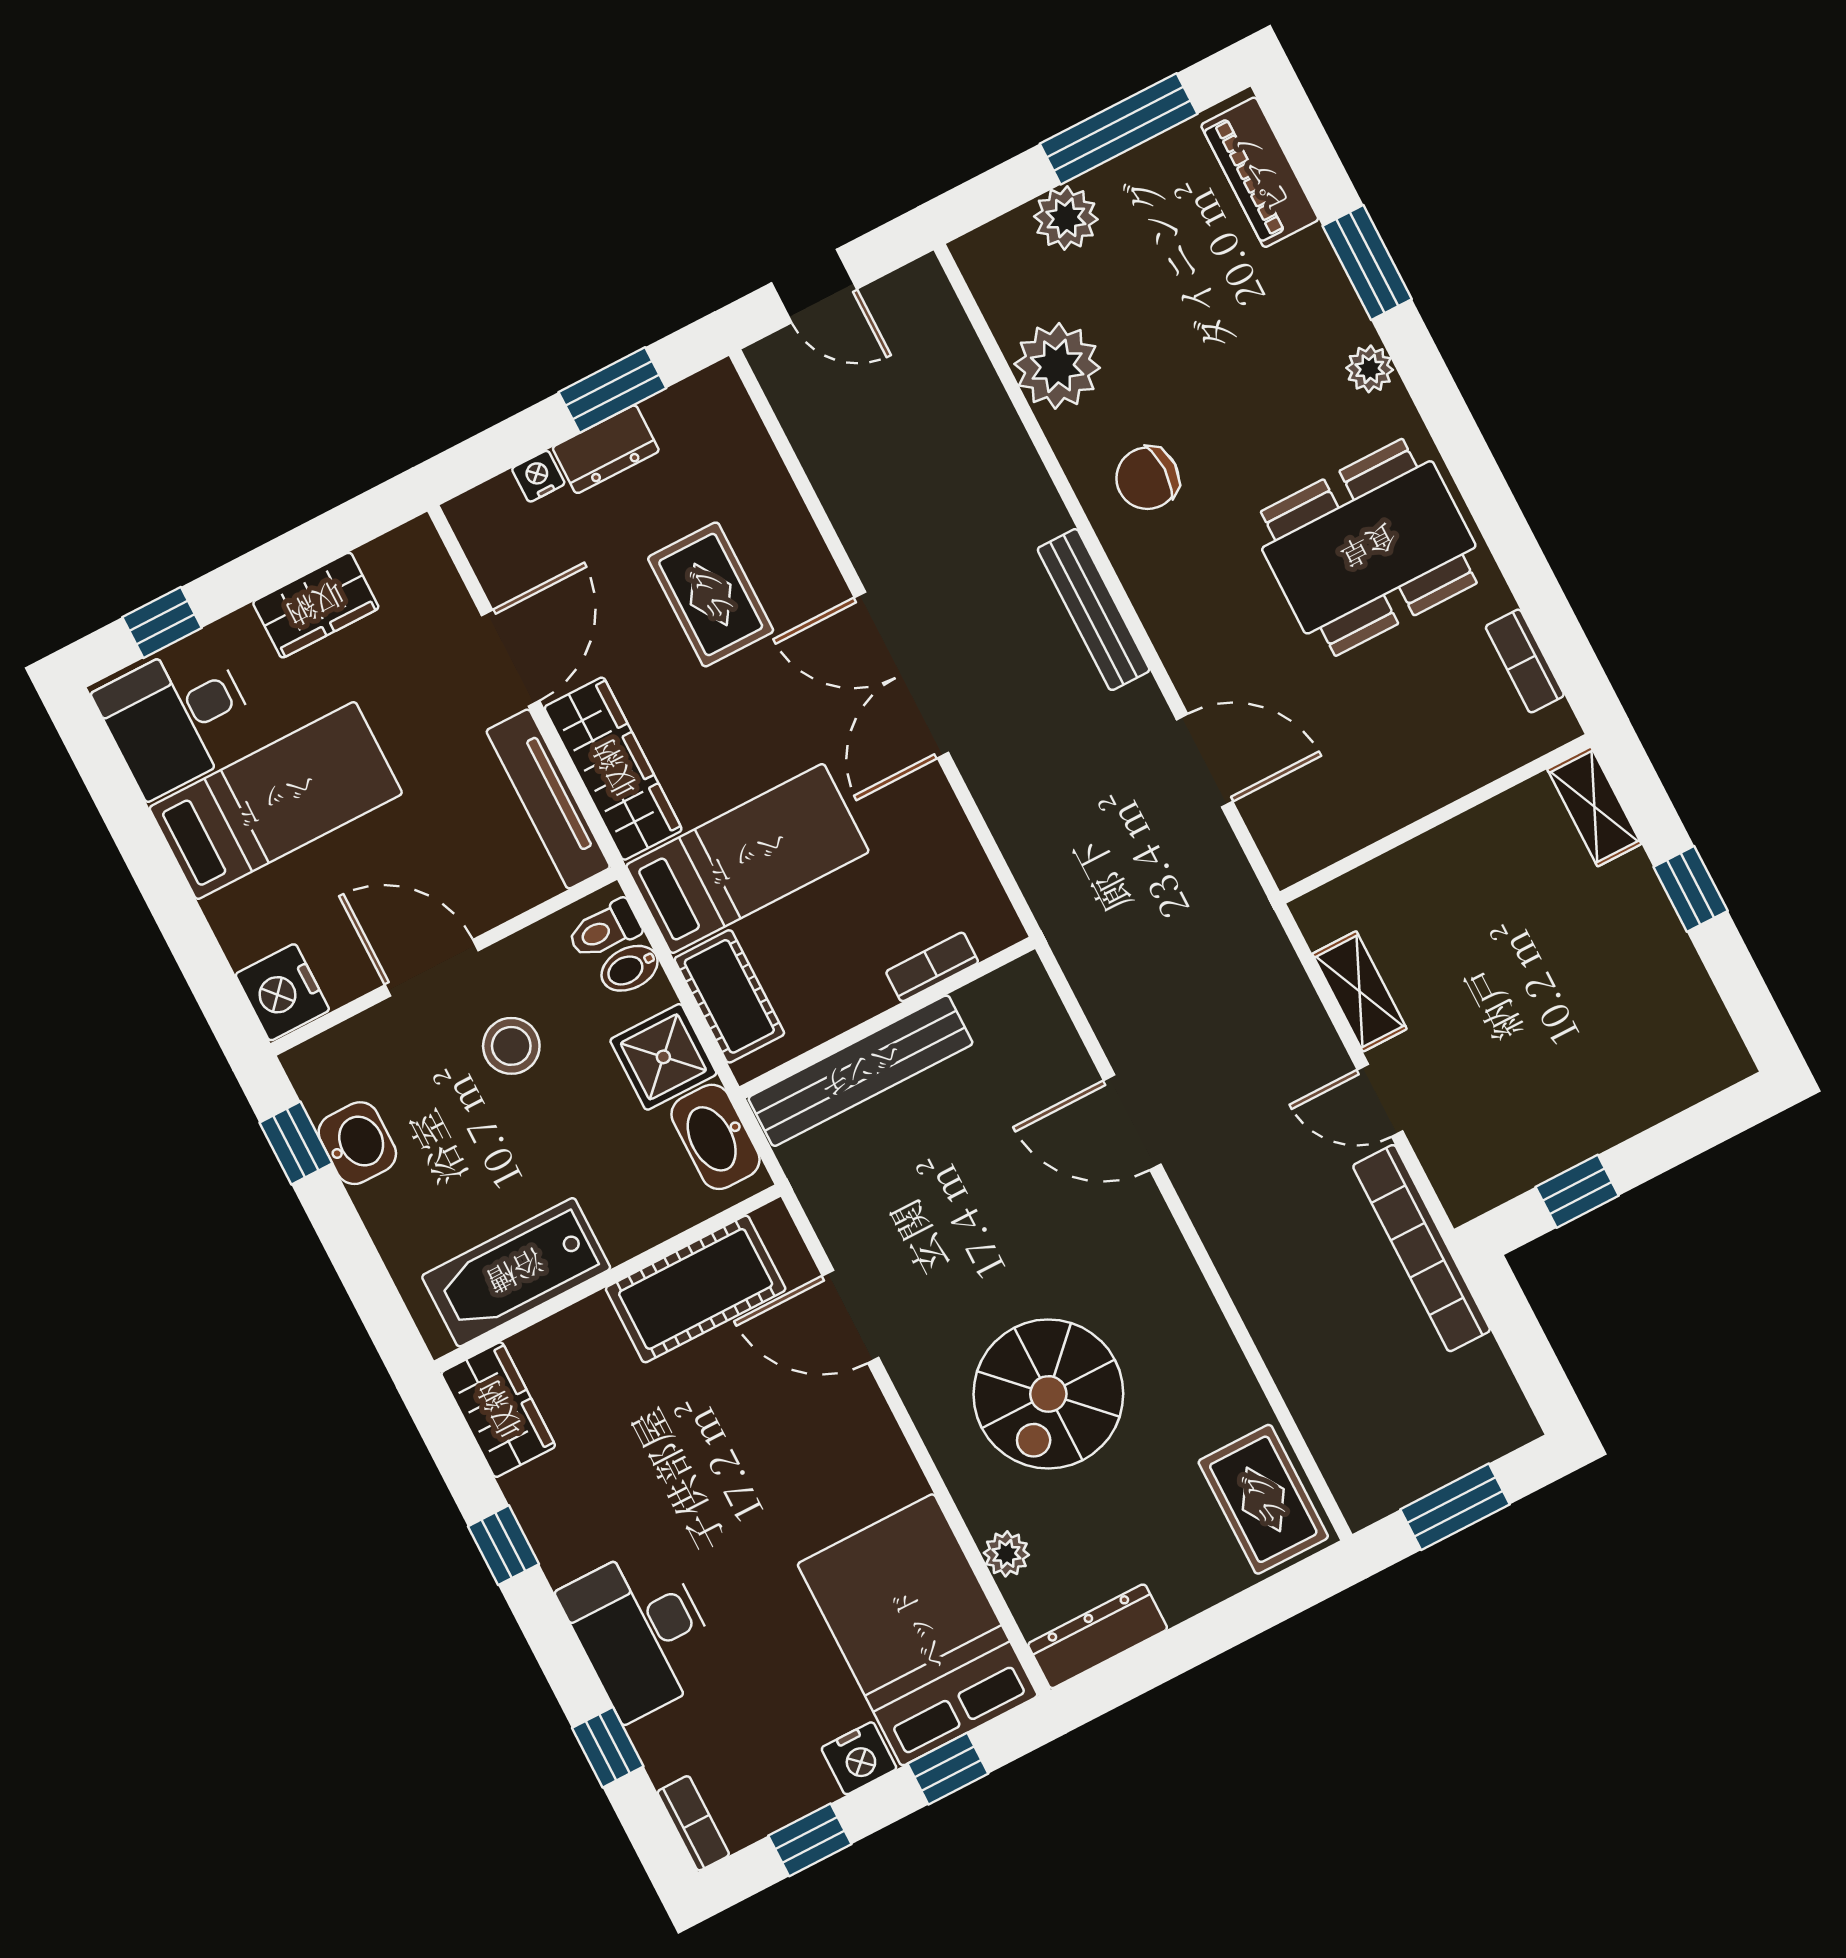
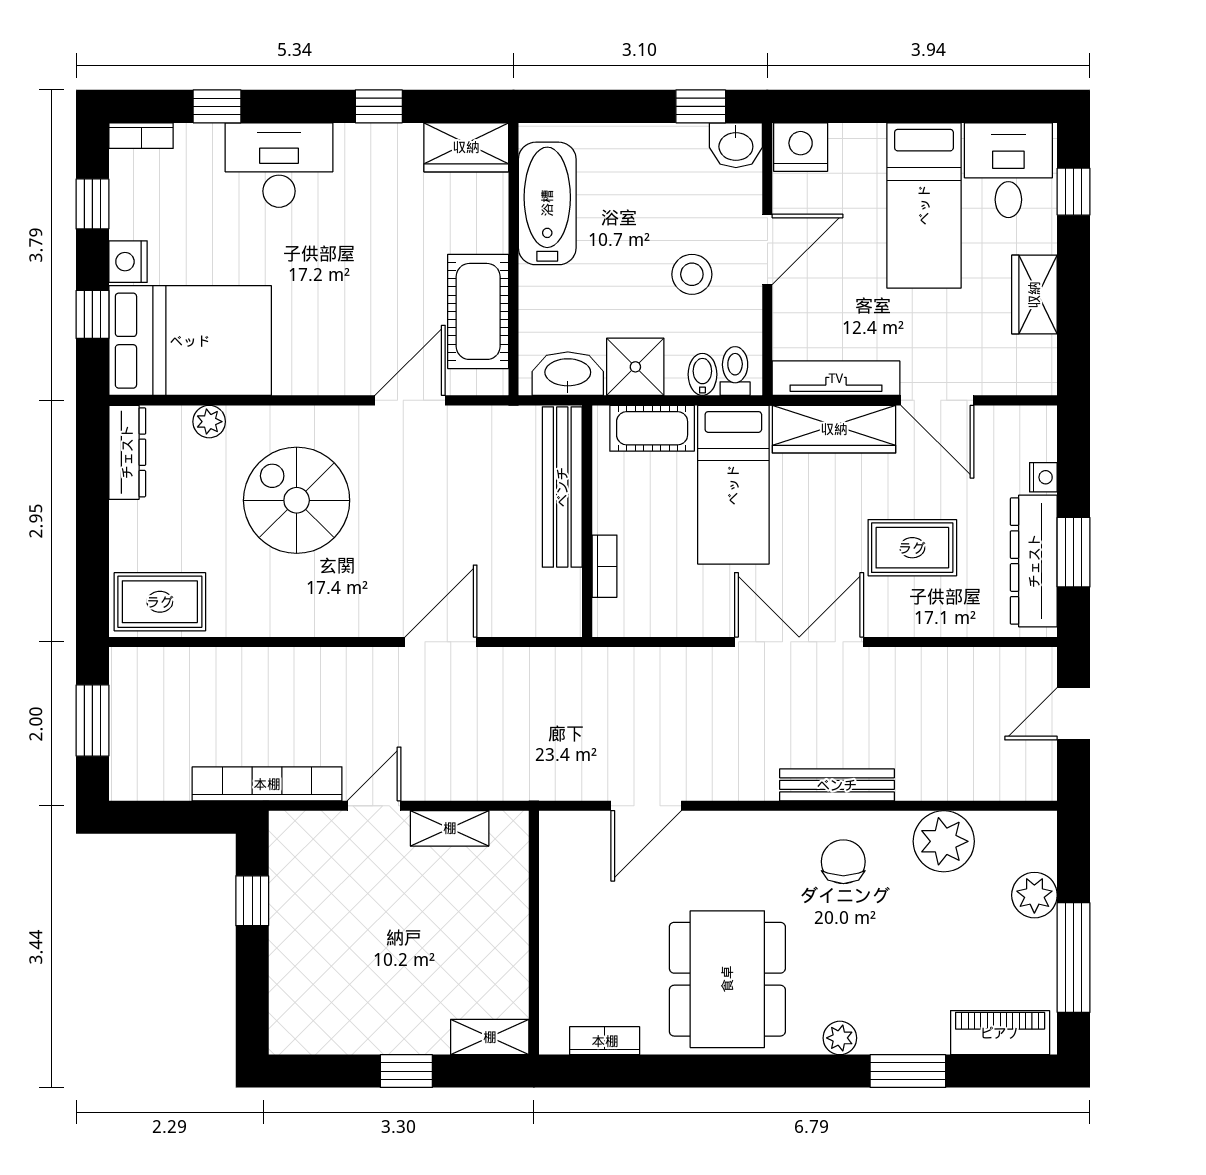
dresser: (606, 449) -> (1034, 561), width x1.96, depth x1.24
bench: (1094, 610) -> (837, 785), moved
washbasin: (357, 1143) -> (736, 145), moved

